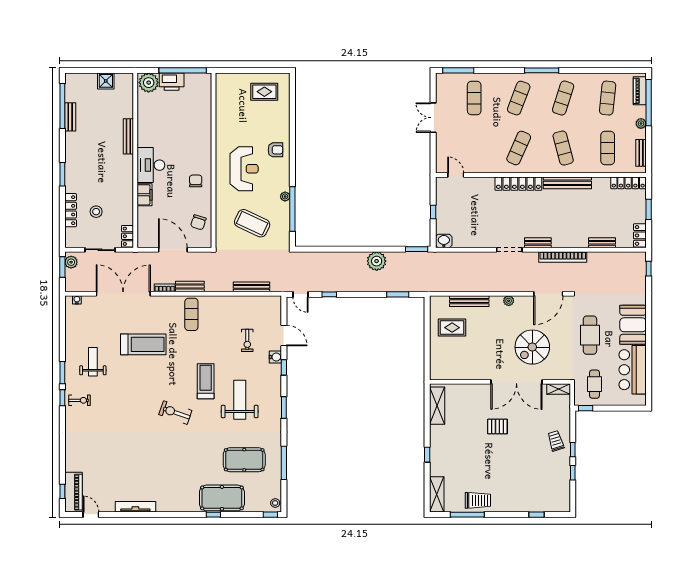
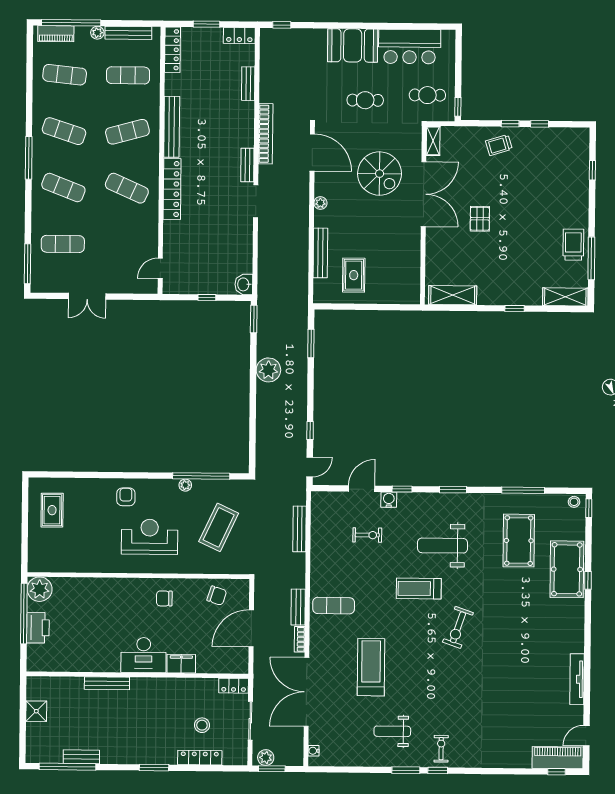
plant: (149, 83) -> (40, 589), moved
bench: (641, 153) -> (128, 33), width x1.36
cafe table: (590, 335) -> (365, 100), width x0.73, depth x0.74

